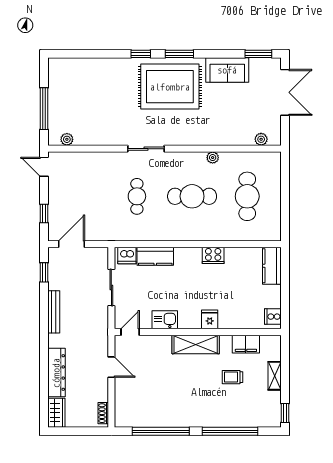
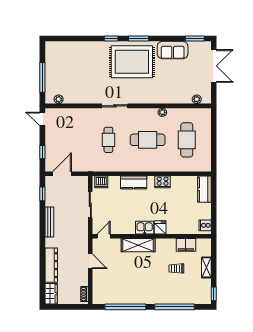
kitchen counter: (155, 256) -> (134, 182), moved
kitchen sink: (165, 320) -> (145, 228), moved
shelving: (196, 344) -> (138, 245), moved

